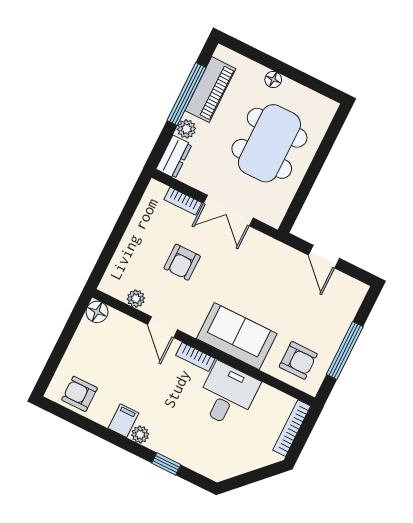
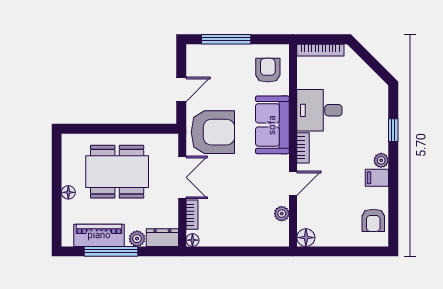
floor lamp: (155, 188) -> (192, 240), added
armchair: (182, 262) -> (213, 132), moved, width x1.88, depth x1.88
window: (345, 351) -> (226, 39), moved

